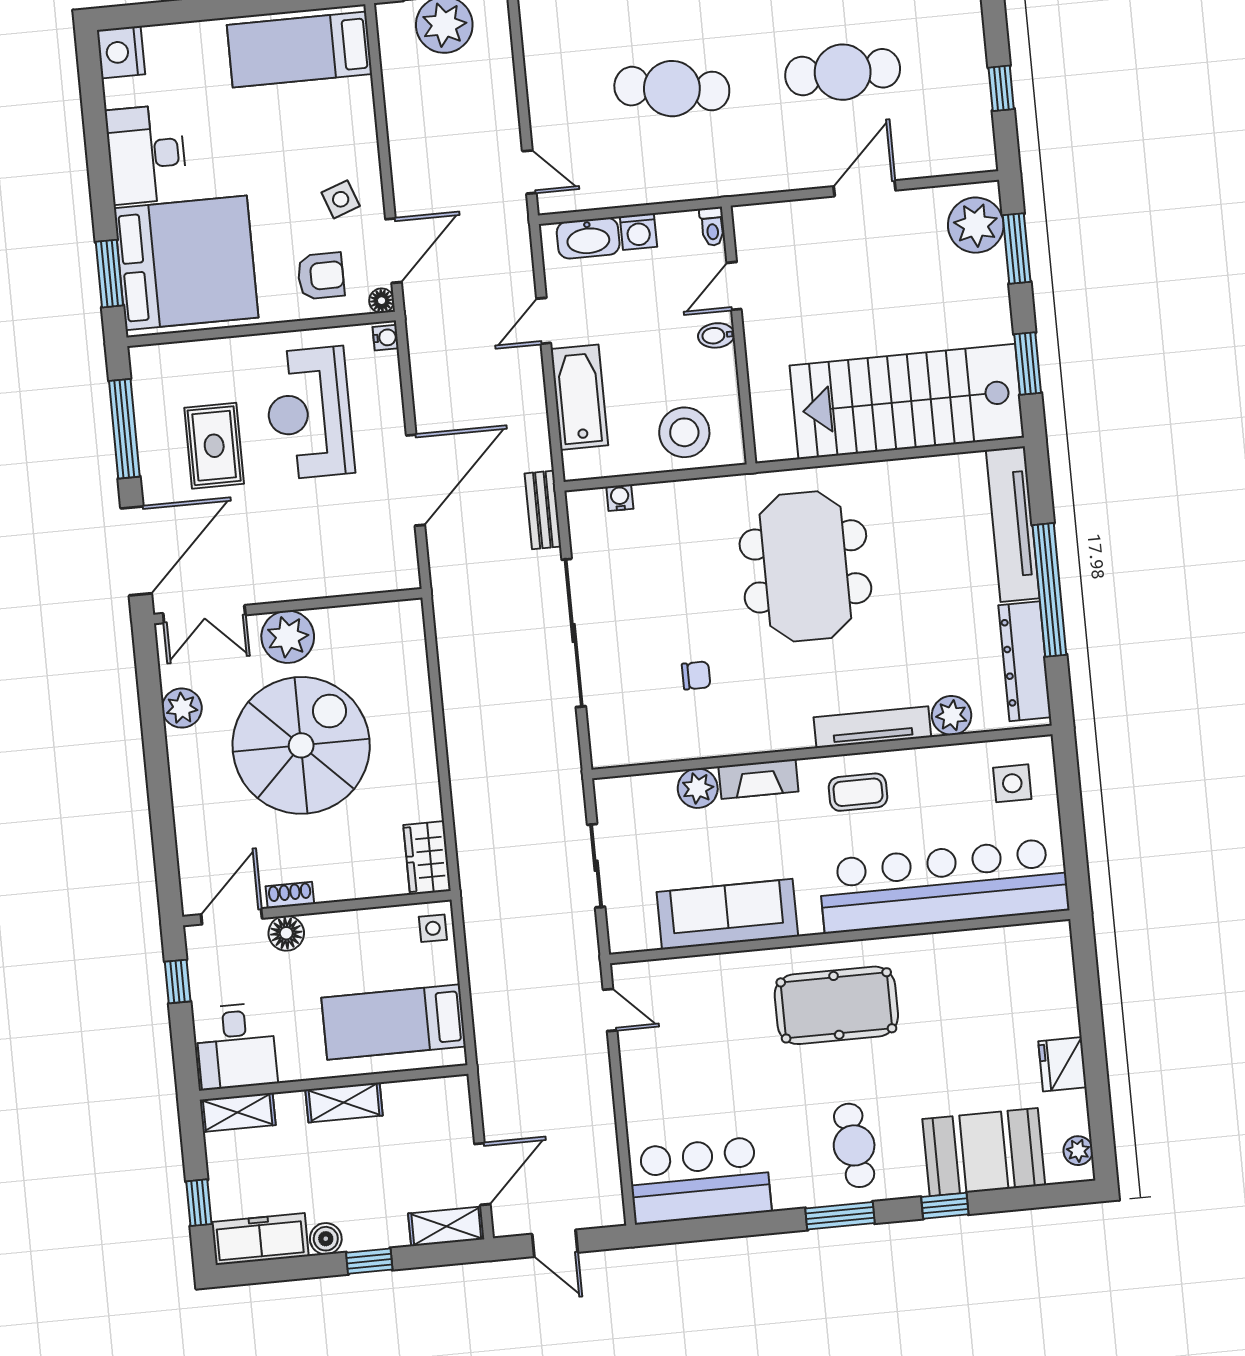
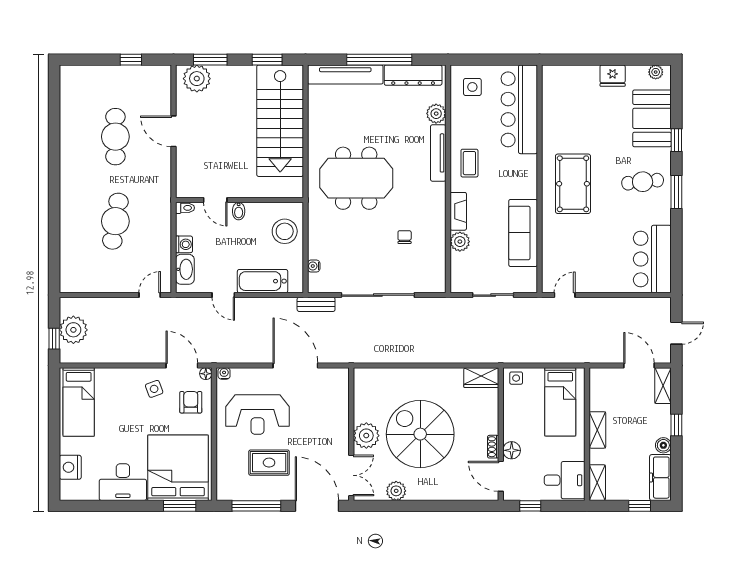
nightstand: (121, 52) -> (70, 467), moved, turned 90
bar counter: (944, 886) -> (519, 109), width x0.73

